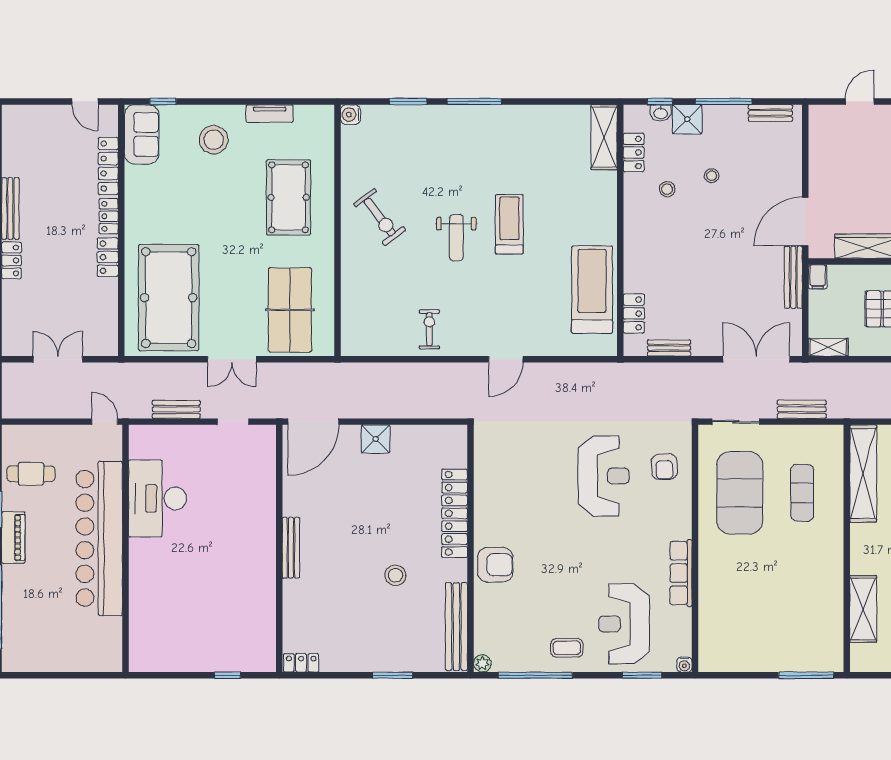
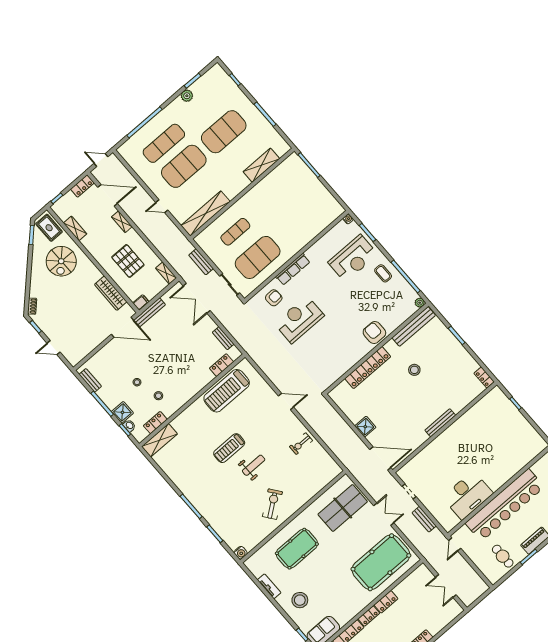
row of seats: (681, 573) -> (293, 269), moved

